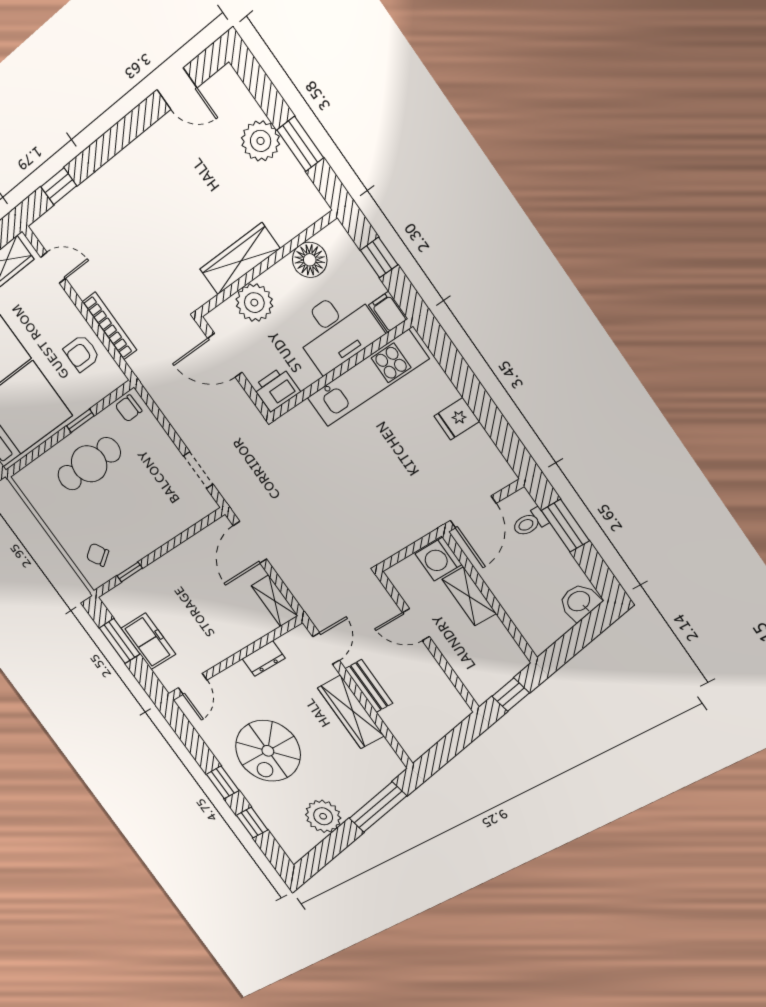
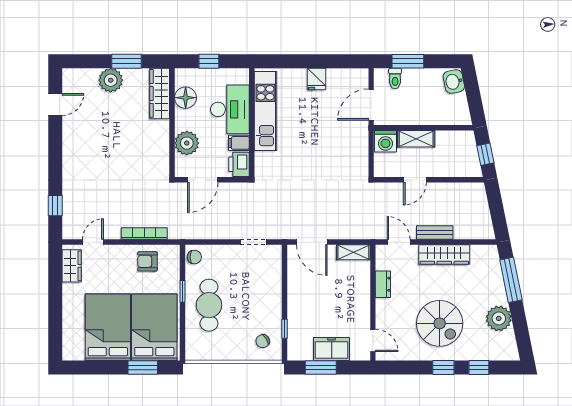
wardrobe: (240, 259) -> (160, 93), moved
filing cabinet: (388, 312) -> (239, 143), moved
armchair: (82, 353) -> (147, 261), turned 90
chair: (129, 408) -> (194, 257), turned -88
door: (473, 512) -> (371, 105), swing flipped

